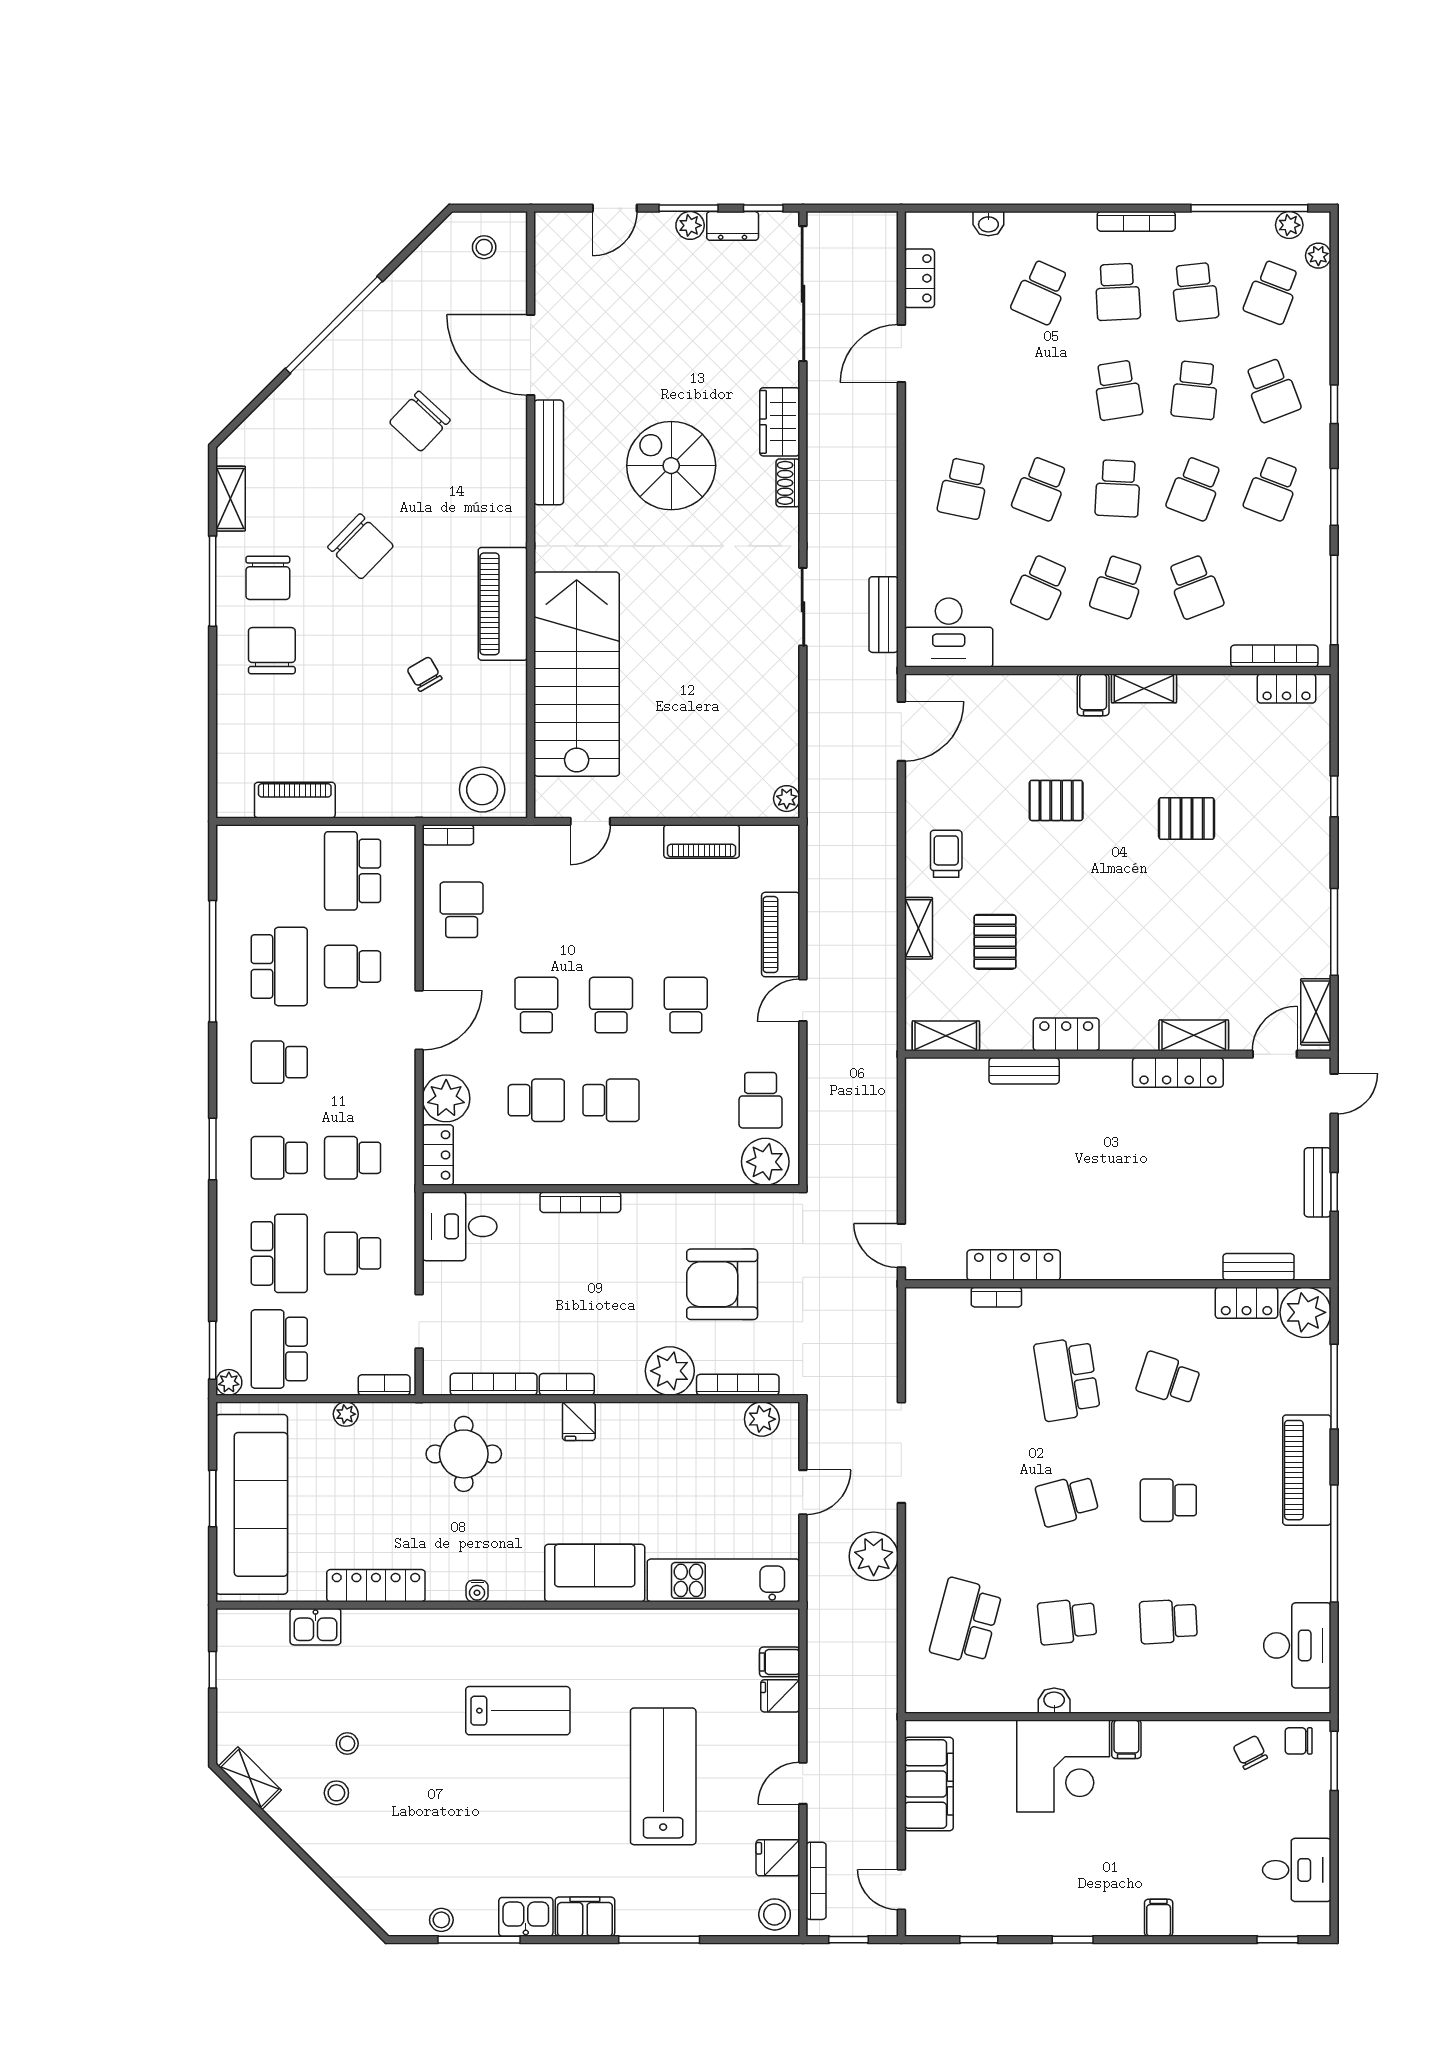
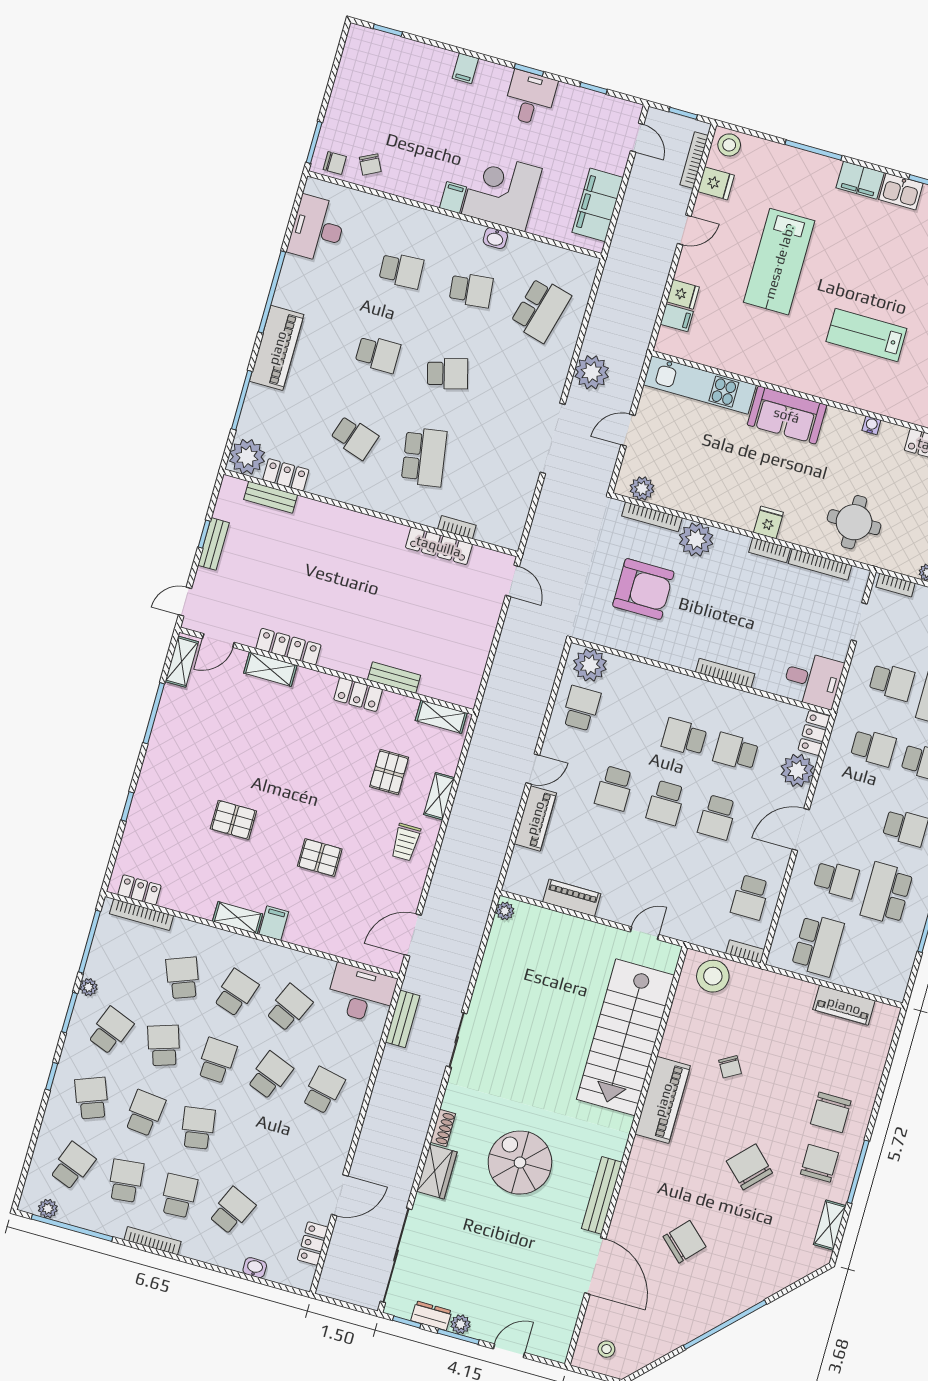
plant: (1318, 256) -> (89, 987), moved
spiral stairs: (671, 466) -> (520, 1163), turned 180
school desk: (1195, 488) -> (164, 1045), turned -39
desk: (1297, 1870) -> (530, 98), moved, turned 90

